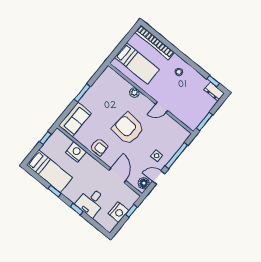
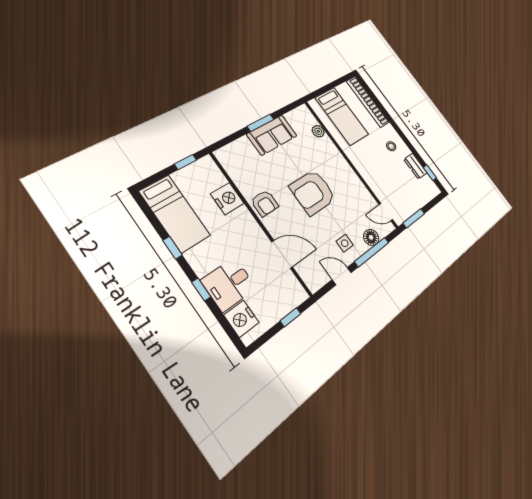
dresser: (214, 92) -> (415, 166), moved
plant: (134, 93) -> (318, 131), moved
door: (162, 107) -> (386, 212), moved
sofa: (75, 119) -> (272, 135), moved
armchair: (128, 129) -> (313, 192), turned -95
door: (118, 175) -> (282, 254), hinge flipped
floor lamp: (144, 183) -> (371, 237), moved
nightstand: (118, 212) -> (241, 319), moved, turned 90

